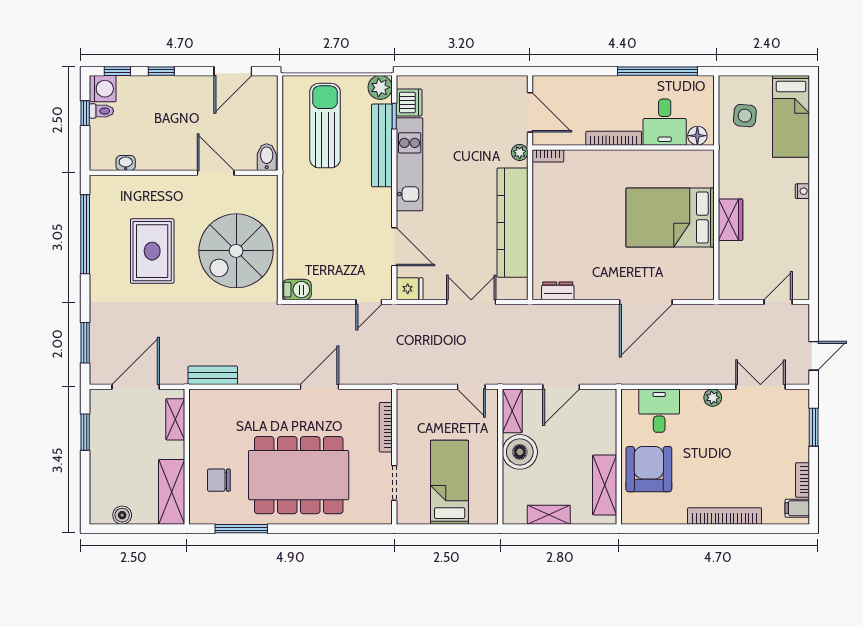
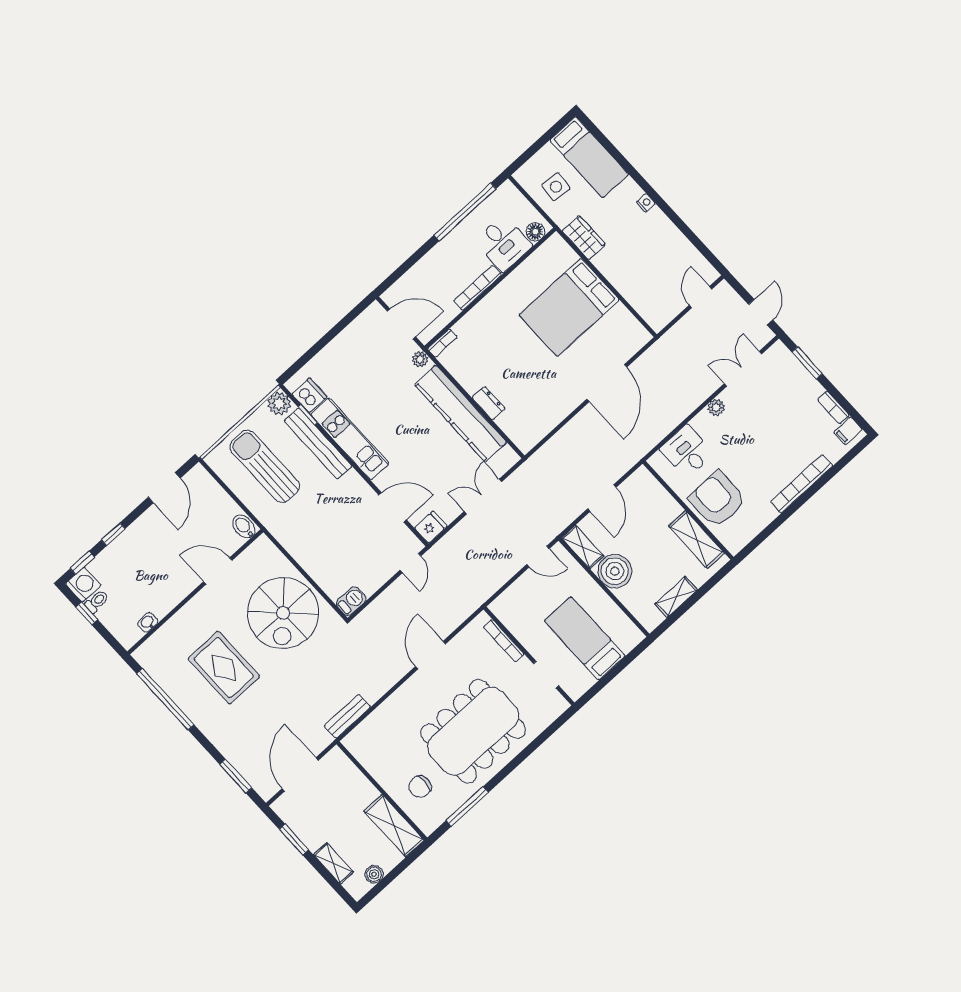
wardrobe: (730, 220) -> (584, 238), moved
dresser: (558, 291) -> (489, 403), moved, turned 90
shelving: (175, 419) -> (333, 863), moved

